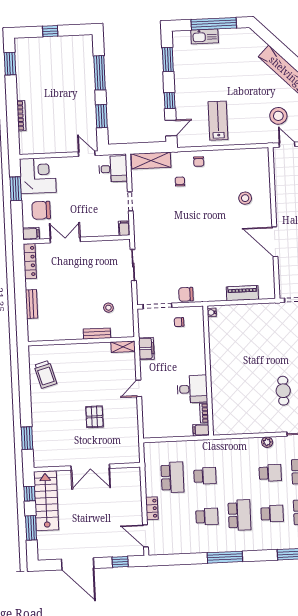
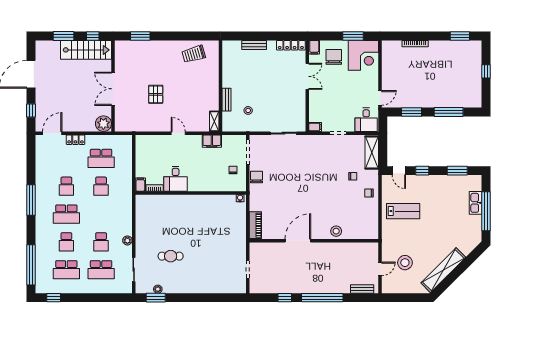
wall: (274, 223) -> (314, 241), moved
door: (275, 242) -> (298, 241), moved
pallet: (94, 417) -> (156, 94), turned 90
plant: (132, 476) -> (103, 124), added

